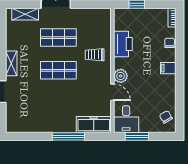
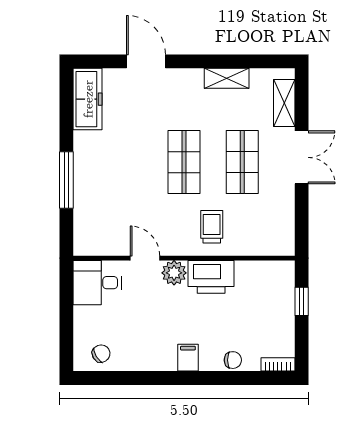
printer: (123, 44) -> (211, 277), moved
shelving: (11, 63) -> (227, 78), moved
door: (112, 92) -> (145, 258), swing flipped
freezer: (94, 124) -> (88, 99), moved
window: (137, 136) -> (66, 302), removed

